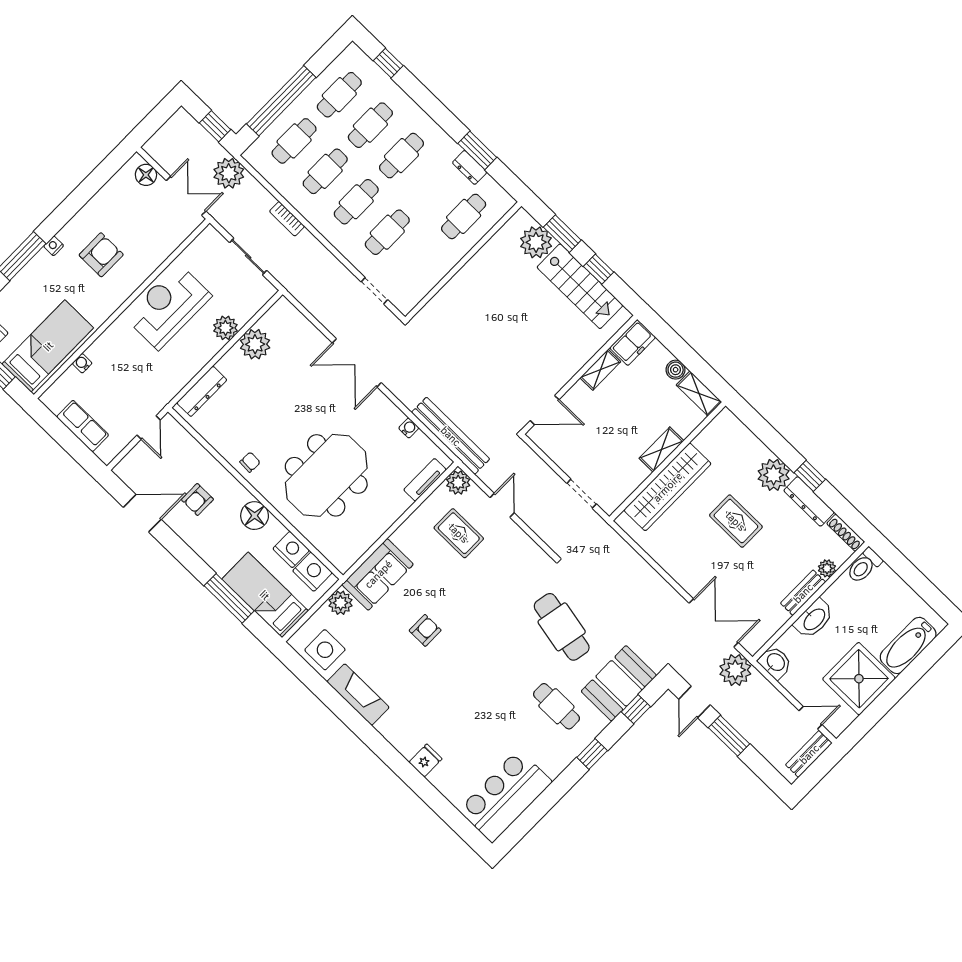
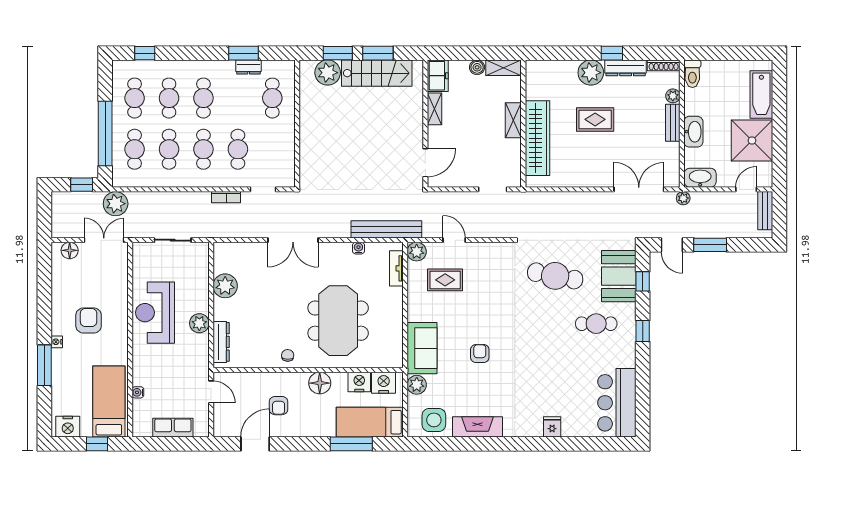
bookcase: (287, 219) -> (226, 197), moved
window: (599, 269) -> (378, 53), width x1.50
plant: (225, 328) -> (199, 323), moved
washbasin: (775, 663) -> (700, 178), width x1.38
plant: (735, 670) -> (683, 198), width x0.53, depth x0.53

